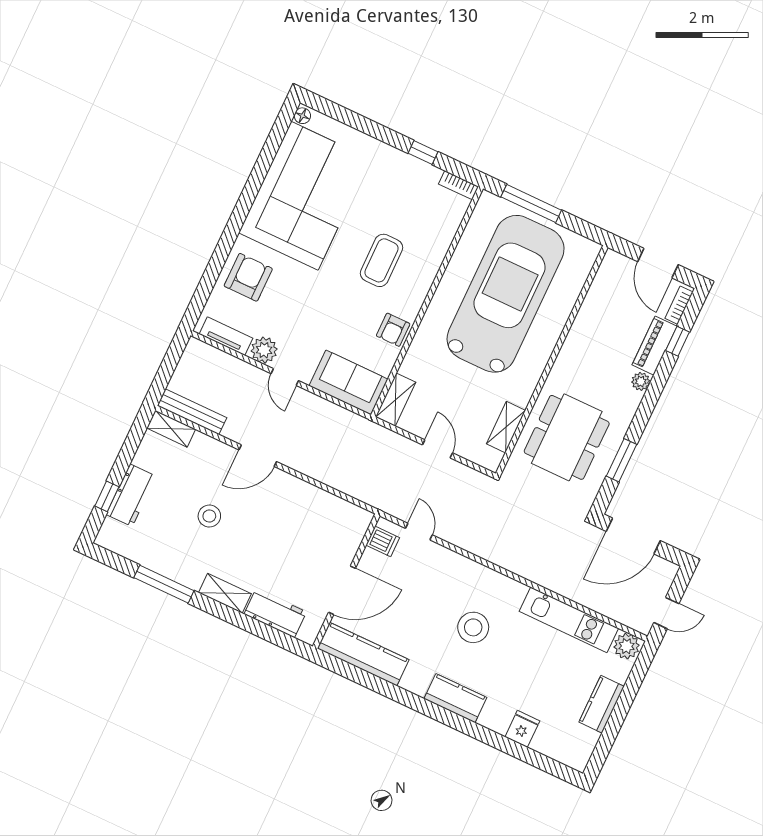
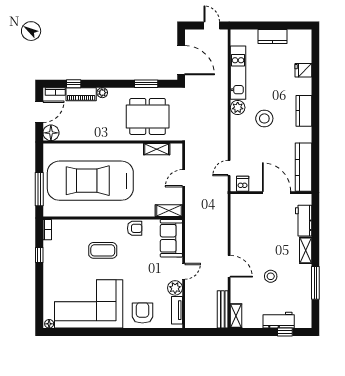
floor lamp: (614, 266) -> (51, 133), added
armchair: (248, 277) -> (142, 313), turned 90
plant: (627, 646) -> (238, 108), moved

